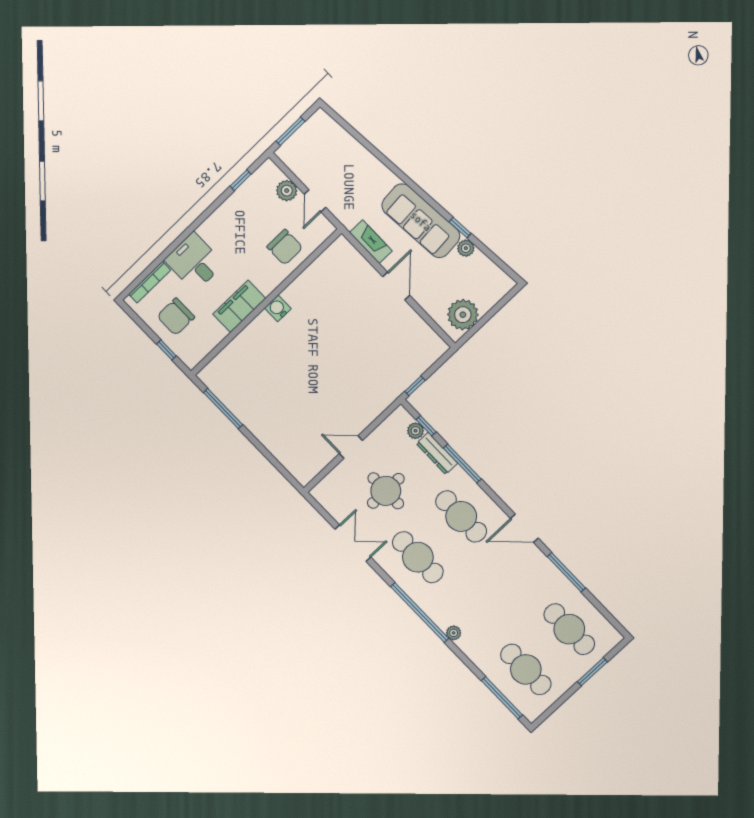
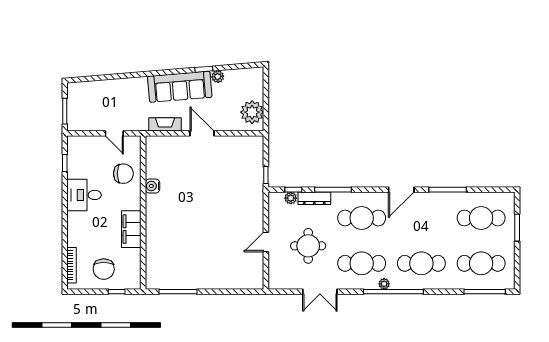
plant: (287, 191) -> (94, 143), removed
desk: (194, 262) -> (84, 195), moved
water cooler: (278, 308) -> (153, 186), moved
double door: (353, 543) -> (320, 292), swing flipped
cafe table: (472, 613) -> (421, 263), added
plant: (454, 633) -> (384, 284), moved

